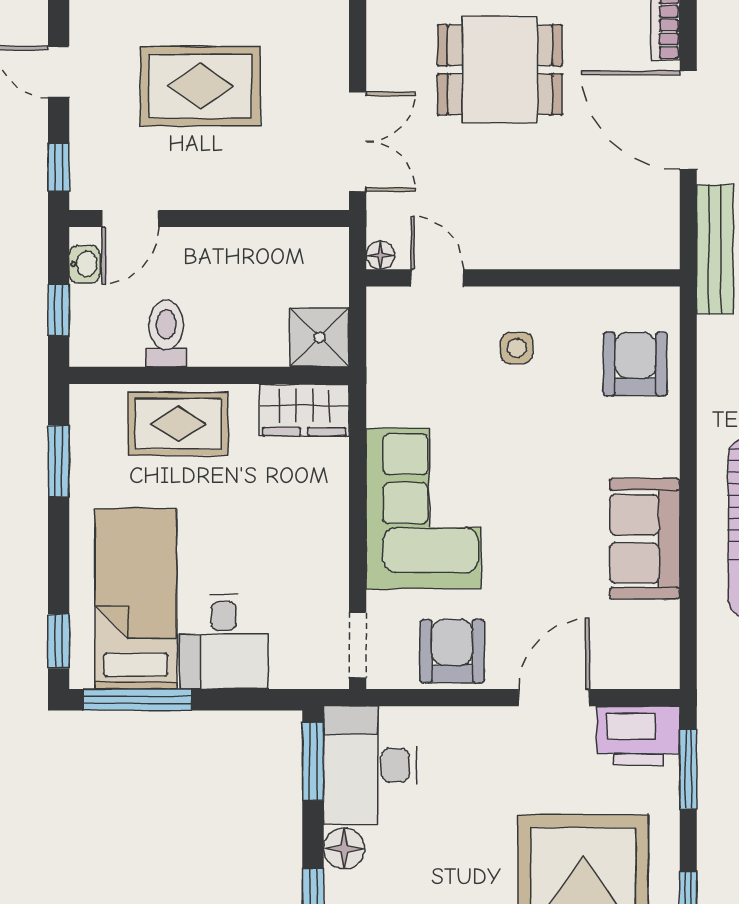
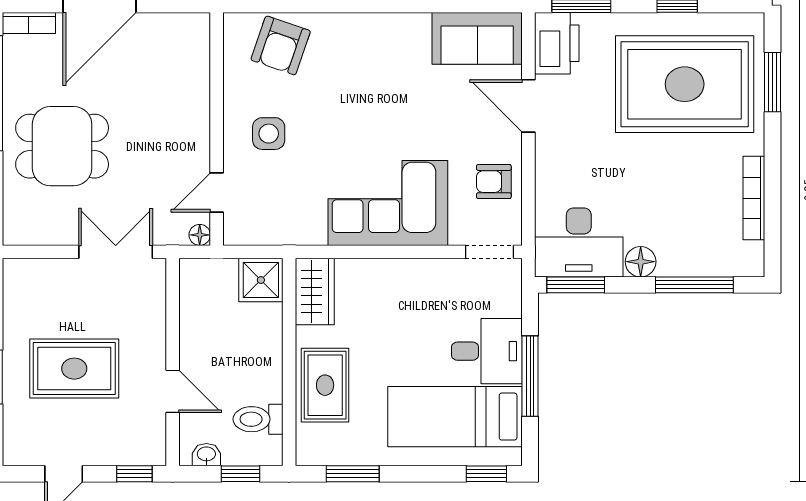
dining table: (500, 70) -> (62, 146), turned 90
rug: (200, 86) -> (74, 369), turned 90
door: (130, 219) -> (173, 391), moved
toilet: (166, 334) -> (258, 419), moved
side table: (517, 348) -> (269, 134), width x1.37, depth x1.37
armchair: (635, 364) -> (281, 45), turned -71
sofa: (645, 539) -> (477, 38), moved
armchair: (452, 651) -> (494, 182), width x0.72, depth x0.72
window: (138, 700) -> (530, 376), moved

